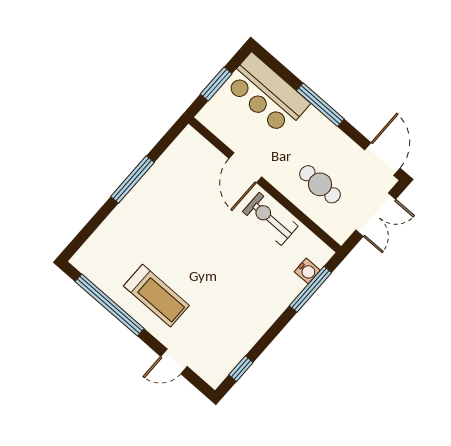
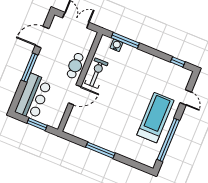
door: (382, 159) -> (42, 37), moved
cafe table: (320, 184) -> (75, 66), moved
exercise bike: (270, 219) -> (96, 73), turned 180
treadmill: (156, 296) -> (155, 118), width x1.37, depth x1.38

